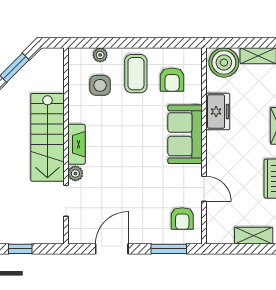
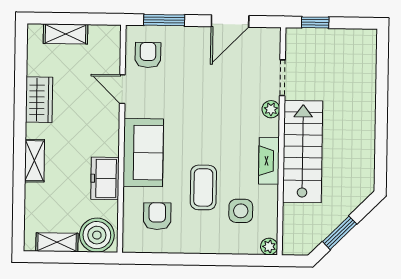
plant: (100, 55) -> (269, 247), moved
coffee table: (136, 74) -> (203, 187), moved
fireplace: (76, 144) -> (269, 161), moved
window: (20, 249) -> (315, 22), moved

